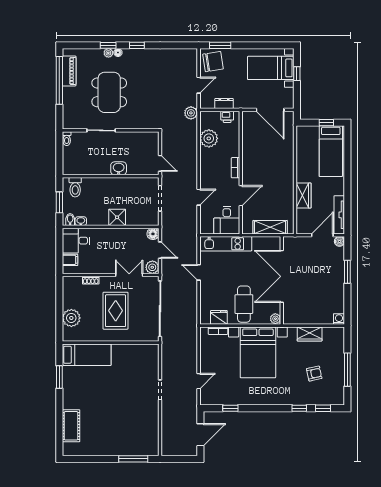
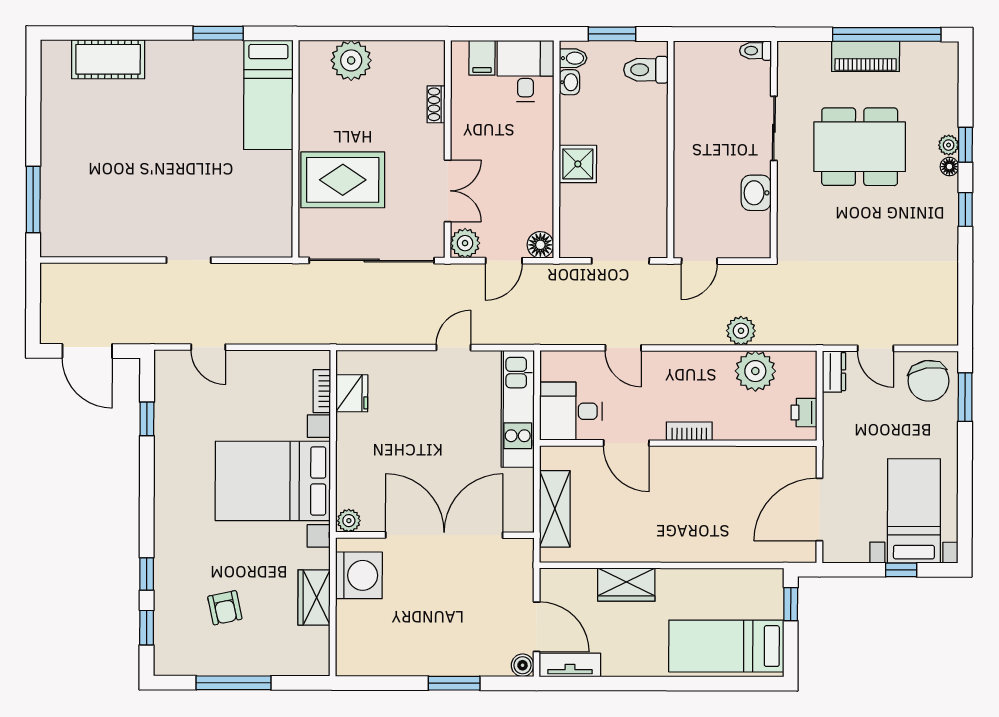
piano: (69, 71) -> (866, 56), moved
dresser: (224, 104) -> (834, 372), moved
plant: (191, 113) -> (741, 331), moved
window: (326, 123) -> (791, 604), moved
washbasin: (119, 168) -> (756, 193), moved, turned 180
tv unit: (339, 215) -> (570, 665), width x0.71
cafe table: (244, 304) -> (382, 450), removed
rug: (116, 311) -> (343, 180), moved
washing machine: (339, 319) -> (359, 575), moved, width x1.89, depth x1.89

